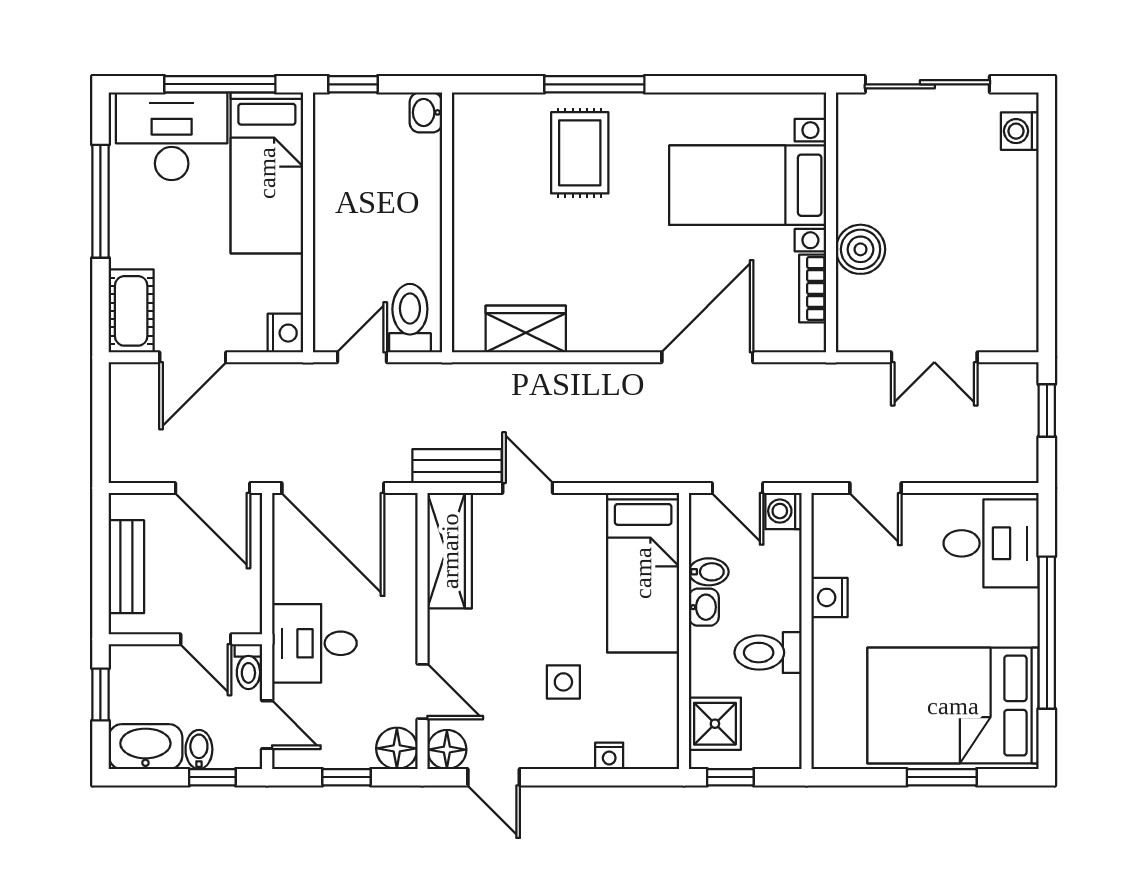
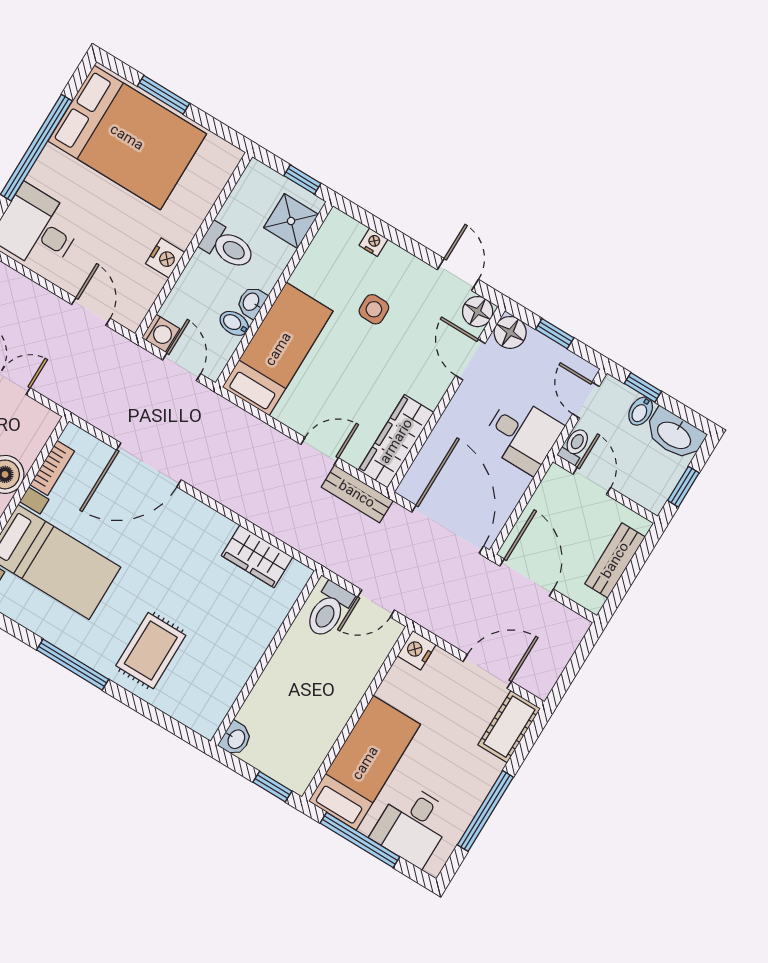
window: (594, 84) -> (73, 665), moved
desk: (172, 136) -> (413, 825), width x0.73
door: (528, 488) -> (320, 451), swing flipped

